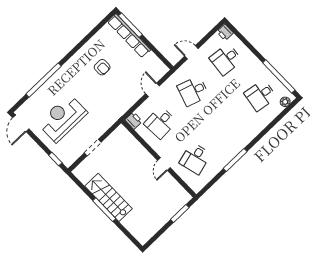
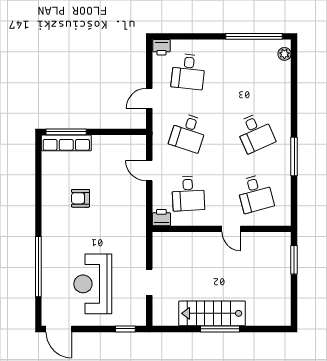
row of seats: (129, 36) -> (66, 143), width x0.73
armchair: (102, 67) -> (80, 198), turned 180
desk: (260, 95) -> (255, 133), moved, turned -33

